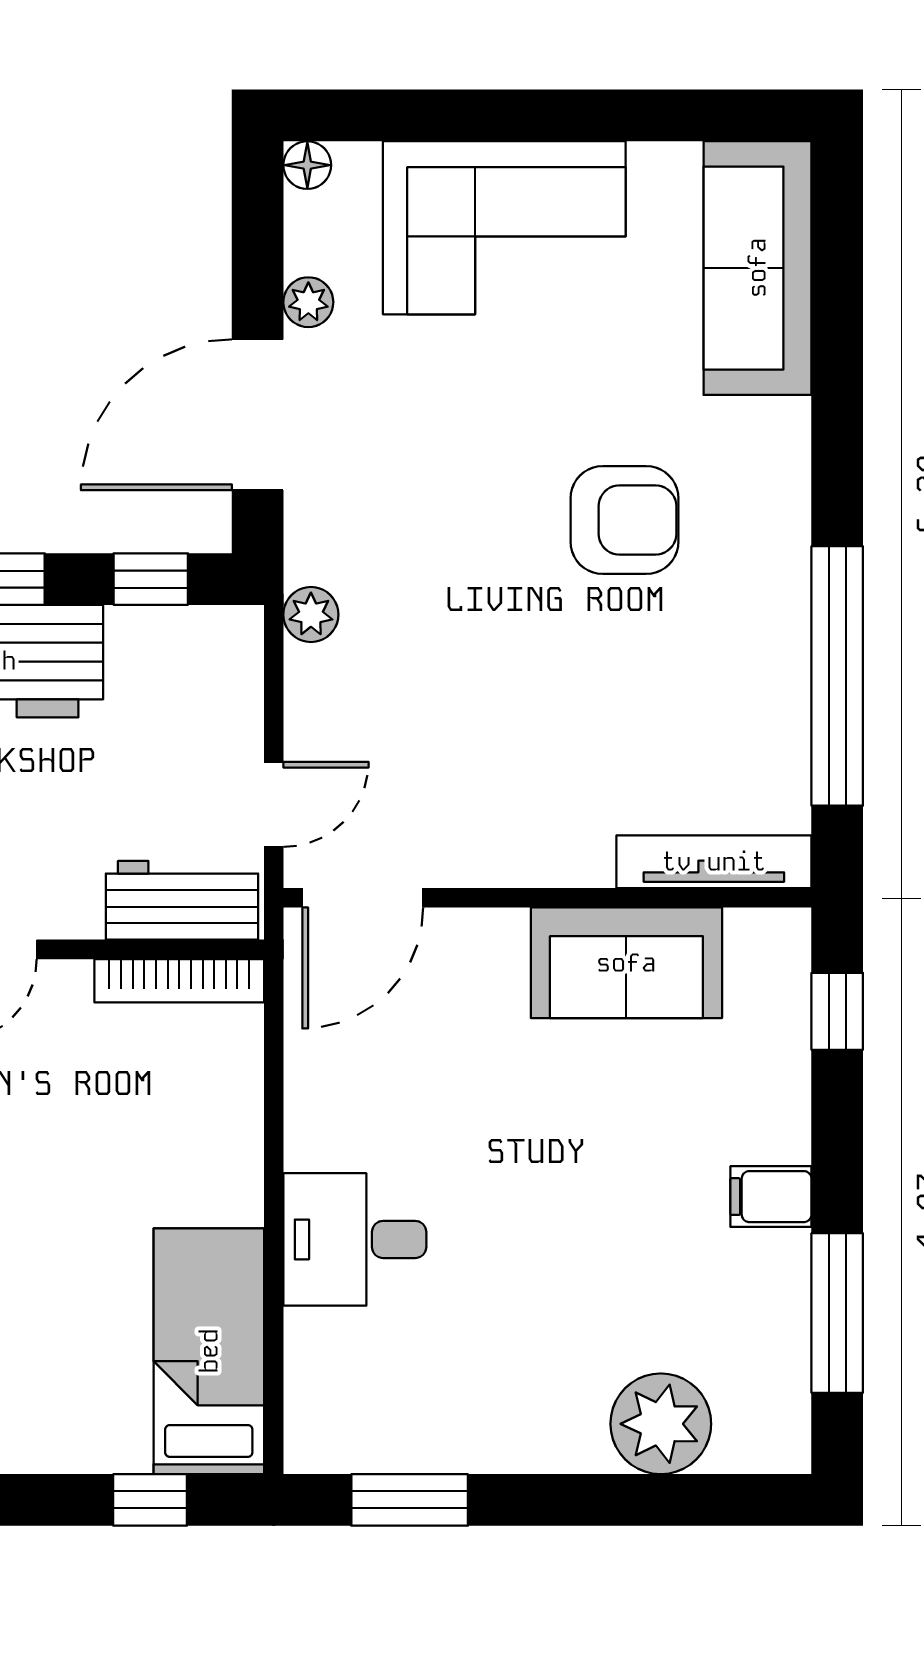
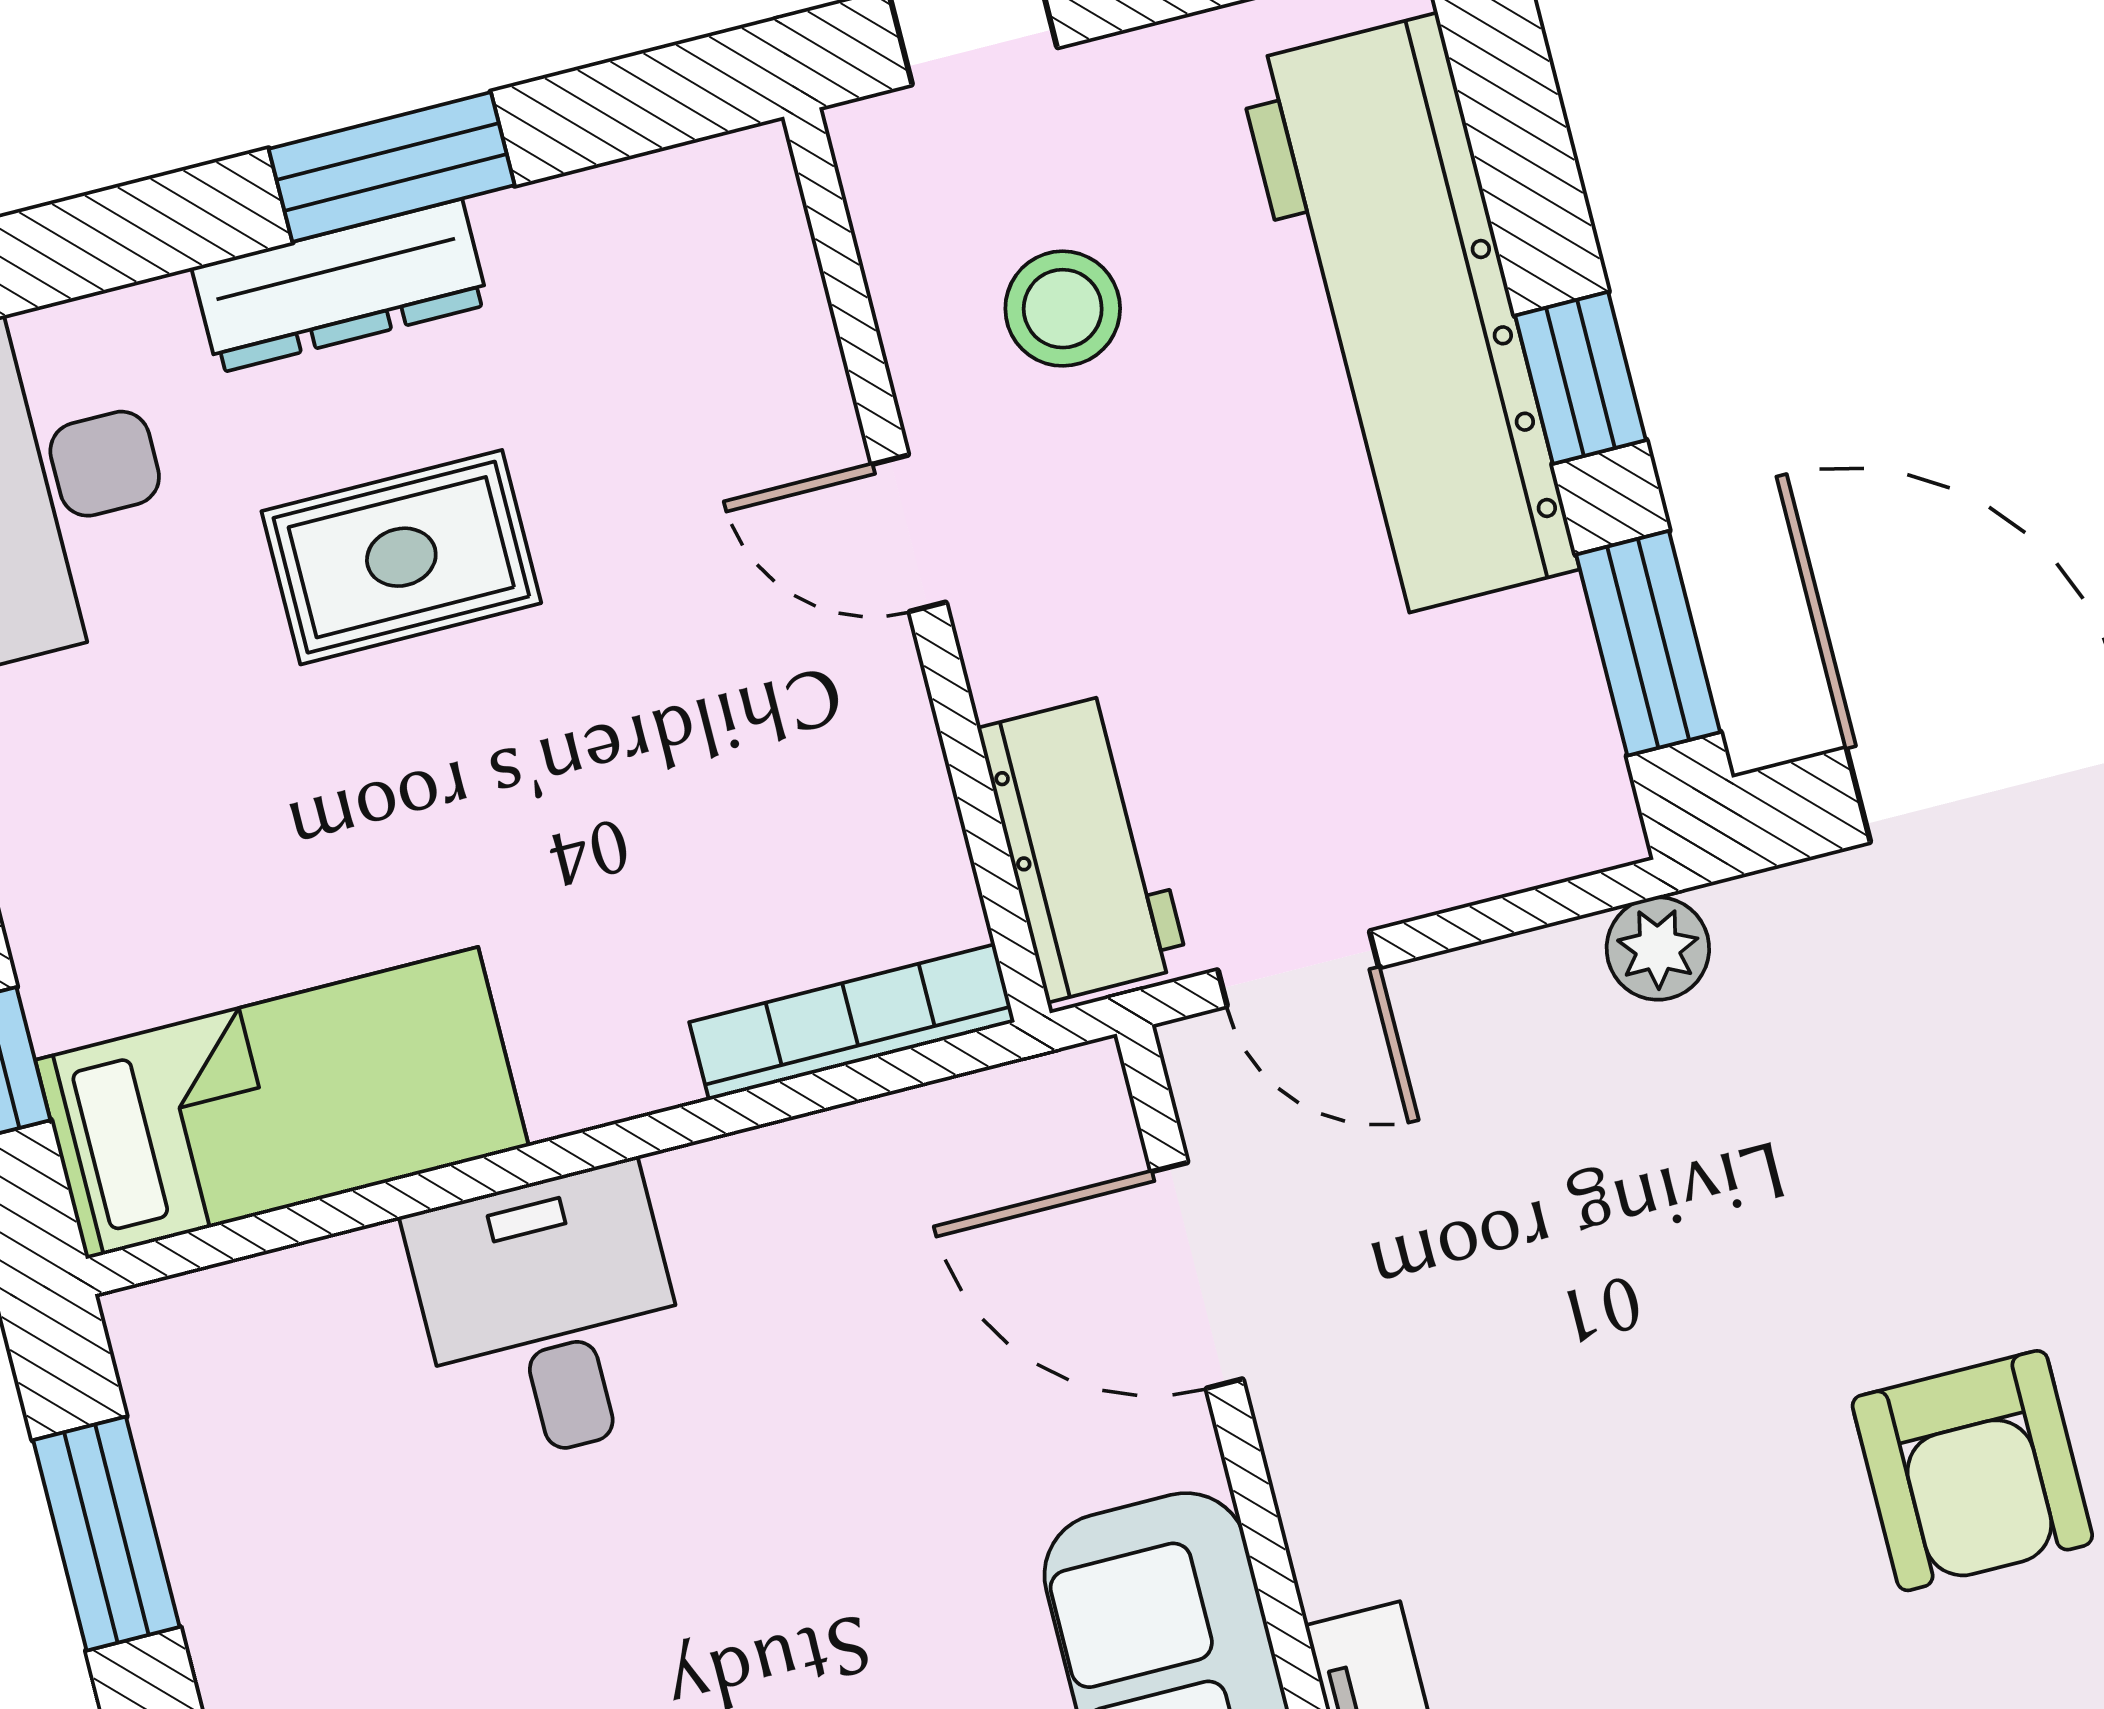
window: (151, 579) -> (1648, 643), width x1.50
door: (363, 898) -> (1197, 1275), moved
bookcase: (179, 981) -> (852, 1022), moved, turned 90

